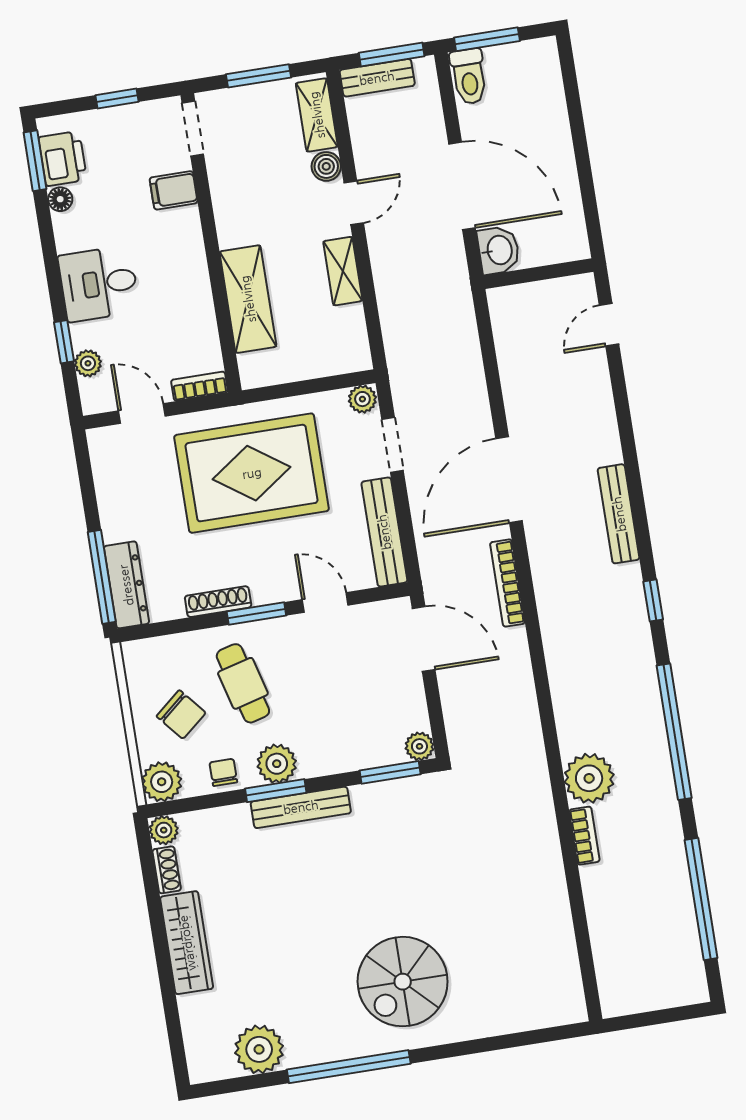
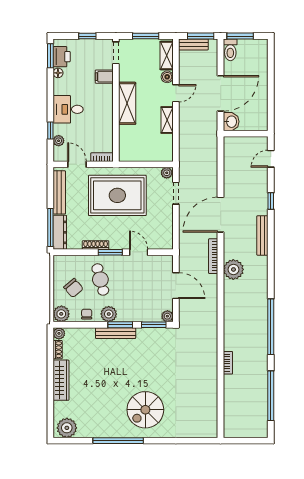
door: (462, 186) -> (221, 93), hinge flipped
shelving: (248, 299) -> (127, 103), moved
bench: (384, 532) -> (59, 192), moved
window: (653, 600) -> (271, 201), moved
door: (424, 639) -> (176, 286), moved
plant: (589, 778) -> (233, 269), moved
window: (276, 791) -> (120, 325), moved
plant: (259, 1049) -> (67, 428), moved

